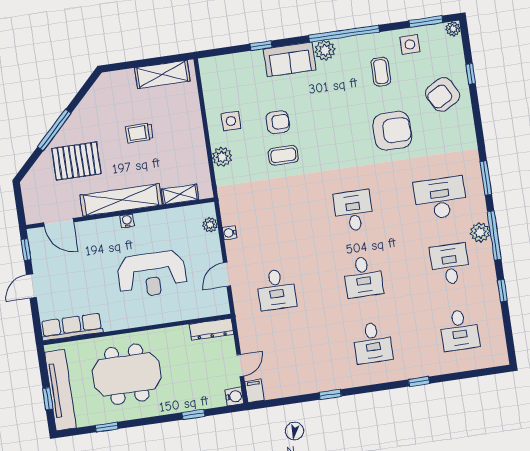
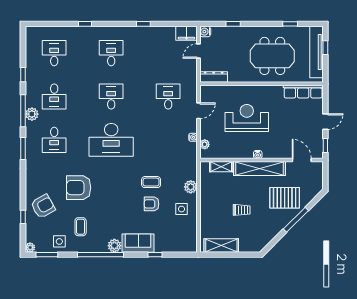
desk: (440, 198) -> (54, 140), width x0.73
desk: (353, 211) -> (111, 140), width x1.87, depth x1.30
filing cabinet: (254, 391) -> (186, 33), width x2.00

